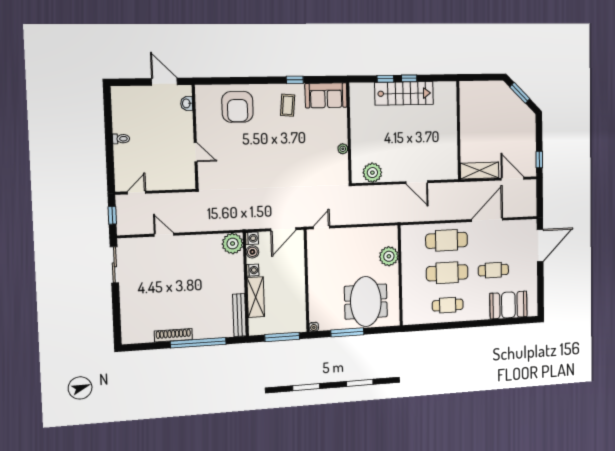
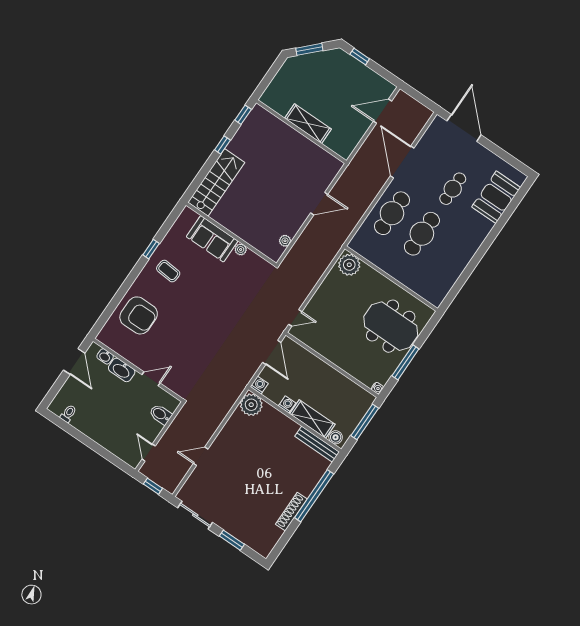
window: (385, 79) -> (243, 115), moved
door: (164, 82) -> (74, 362), swing flipped
stairs: (404, 93) -> (216, 182), moved
sofa: (326, 95) -> (212, 239), moved, turned 90
washbasin: (186, 124) -> (122, 370), added
toilet: (121, 139) -> (68, 414), moved
window: (539, 160) -> (360, 56), moved
shelving: (480, 171) -> (308, 124), moved, turned 90
plant: (372, 173) -> (285, 241), width x0.53, depth x0.53
bidet: (173, 180) -> (161, 414), added
door: (322, 227) -> (295, 318), swing flipped
boiler: (252, 252) -> (336, 437), moved
plant: (389, 256) -> (349, 265), moved
cafe table: (448, 305) -> (452, 254), removed
window: (116, 307) -> (232, 540), added

